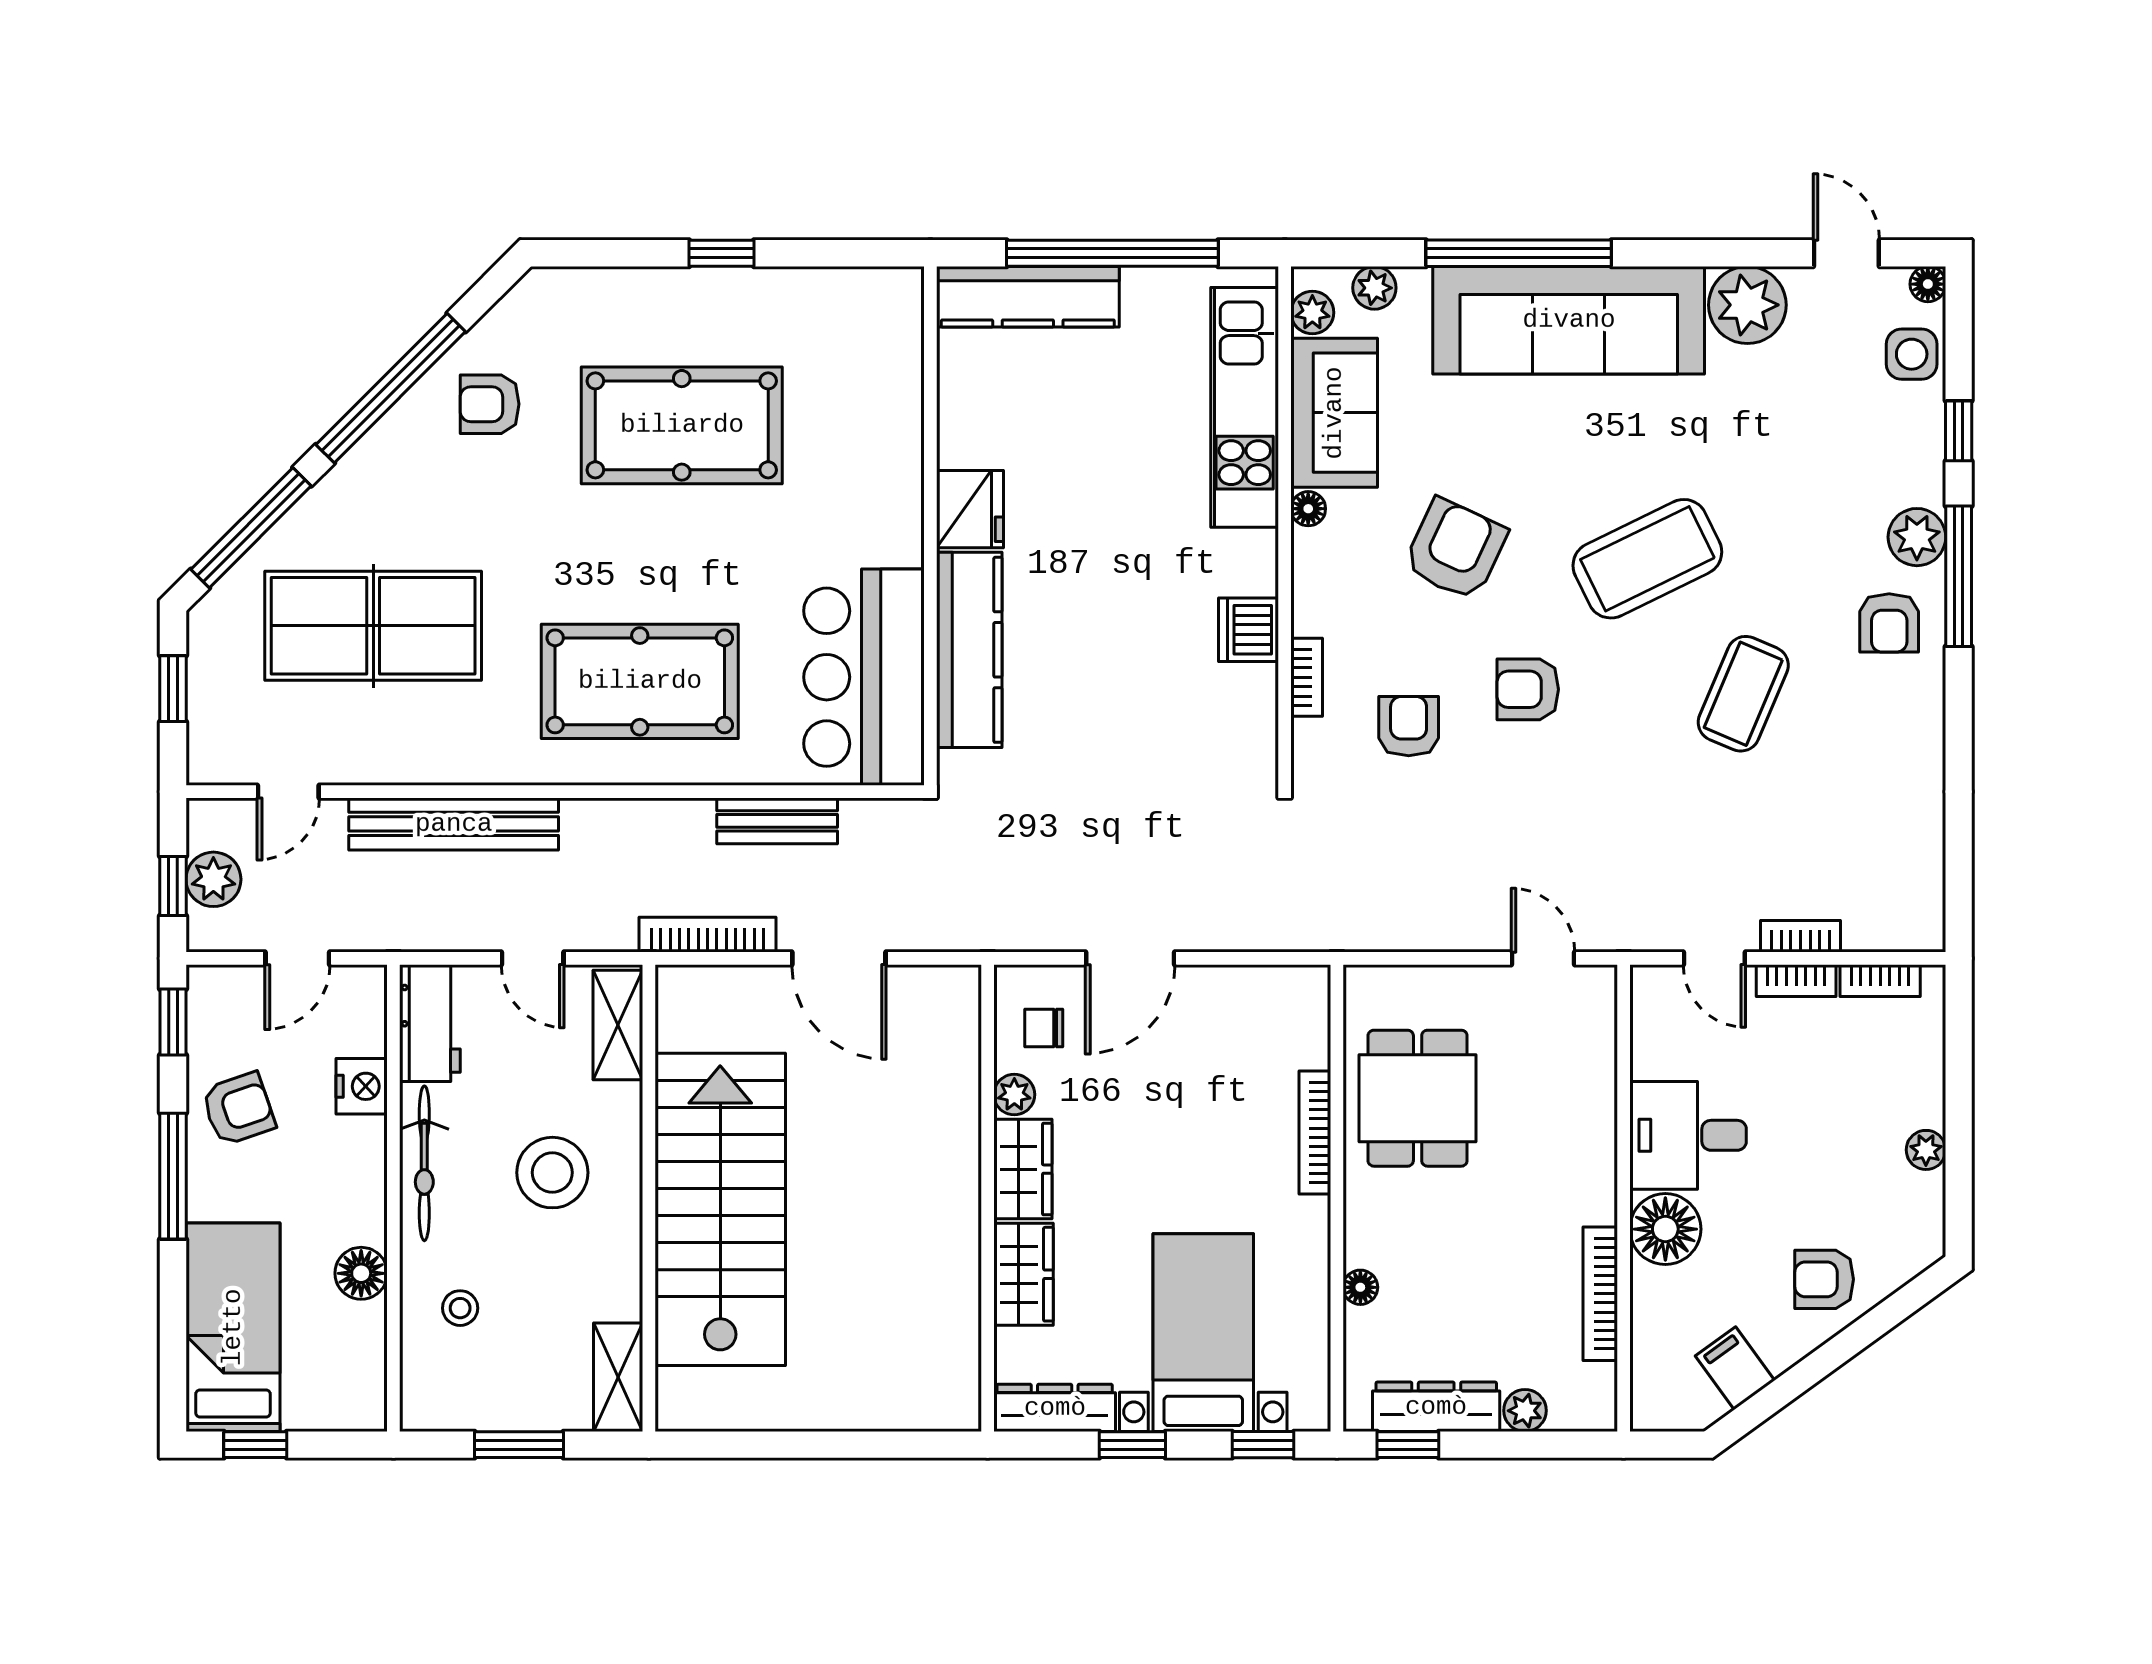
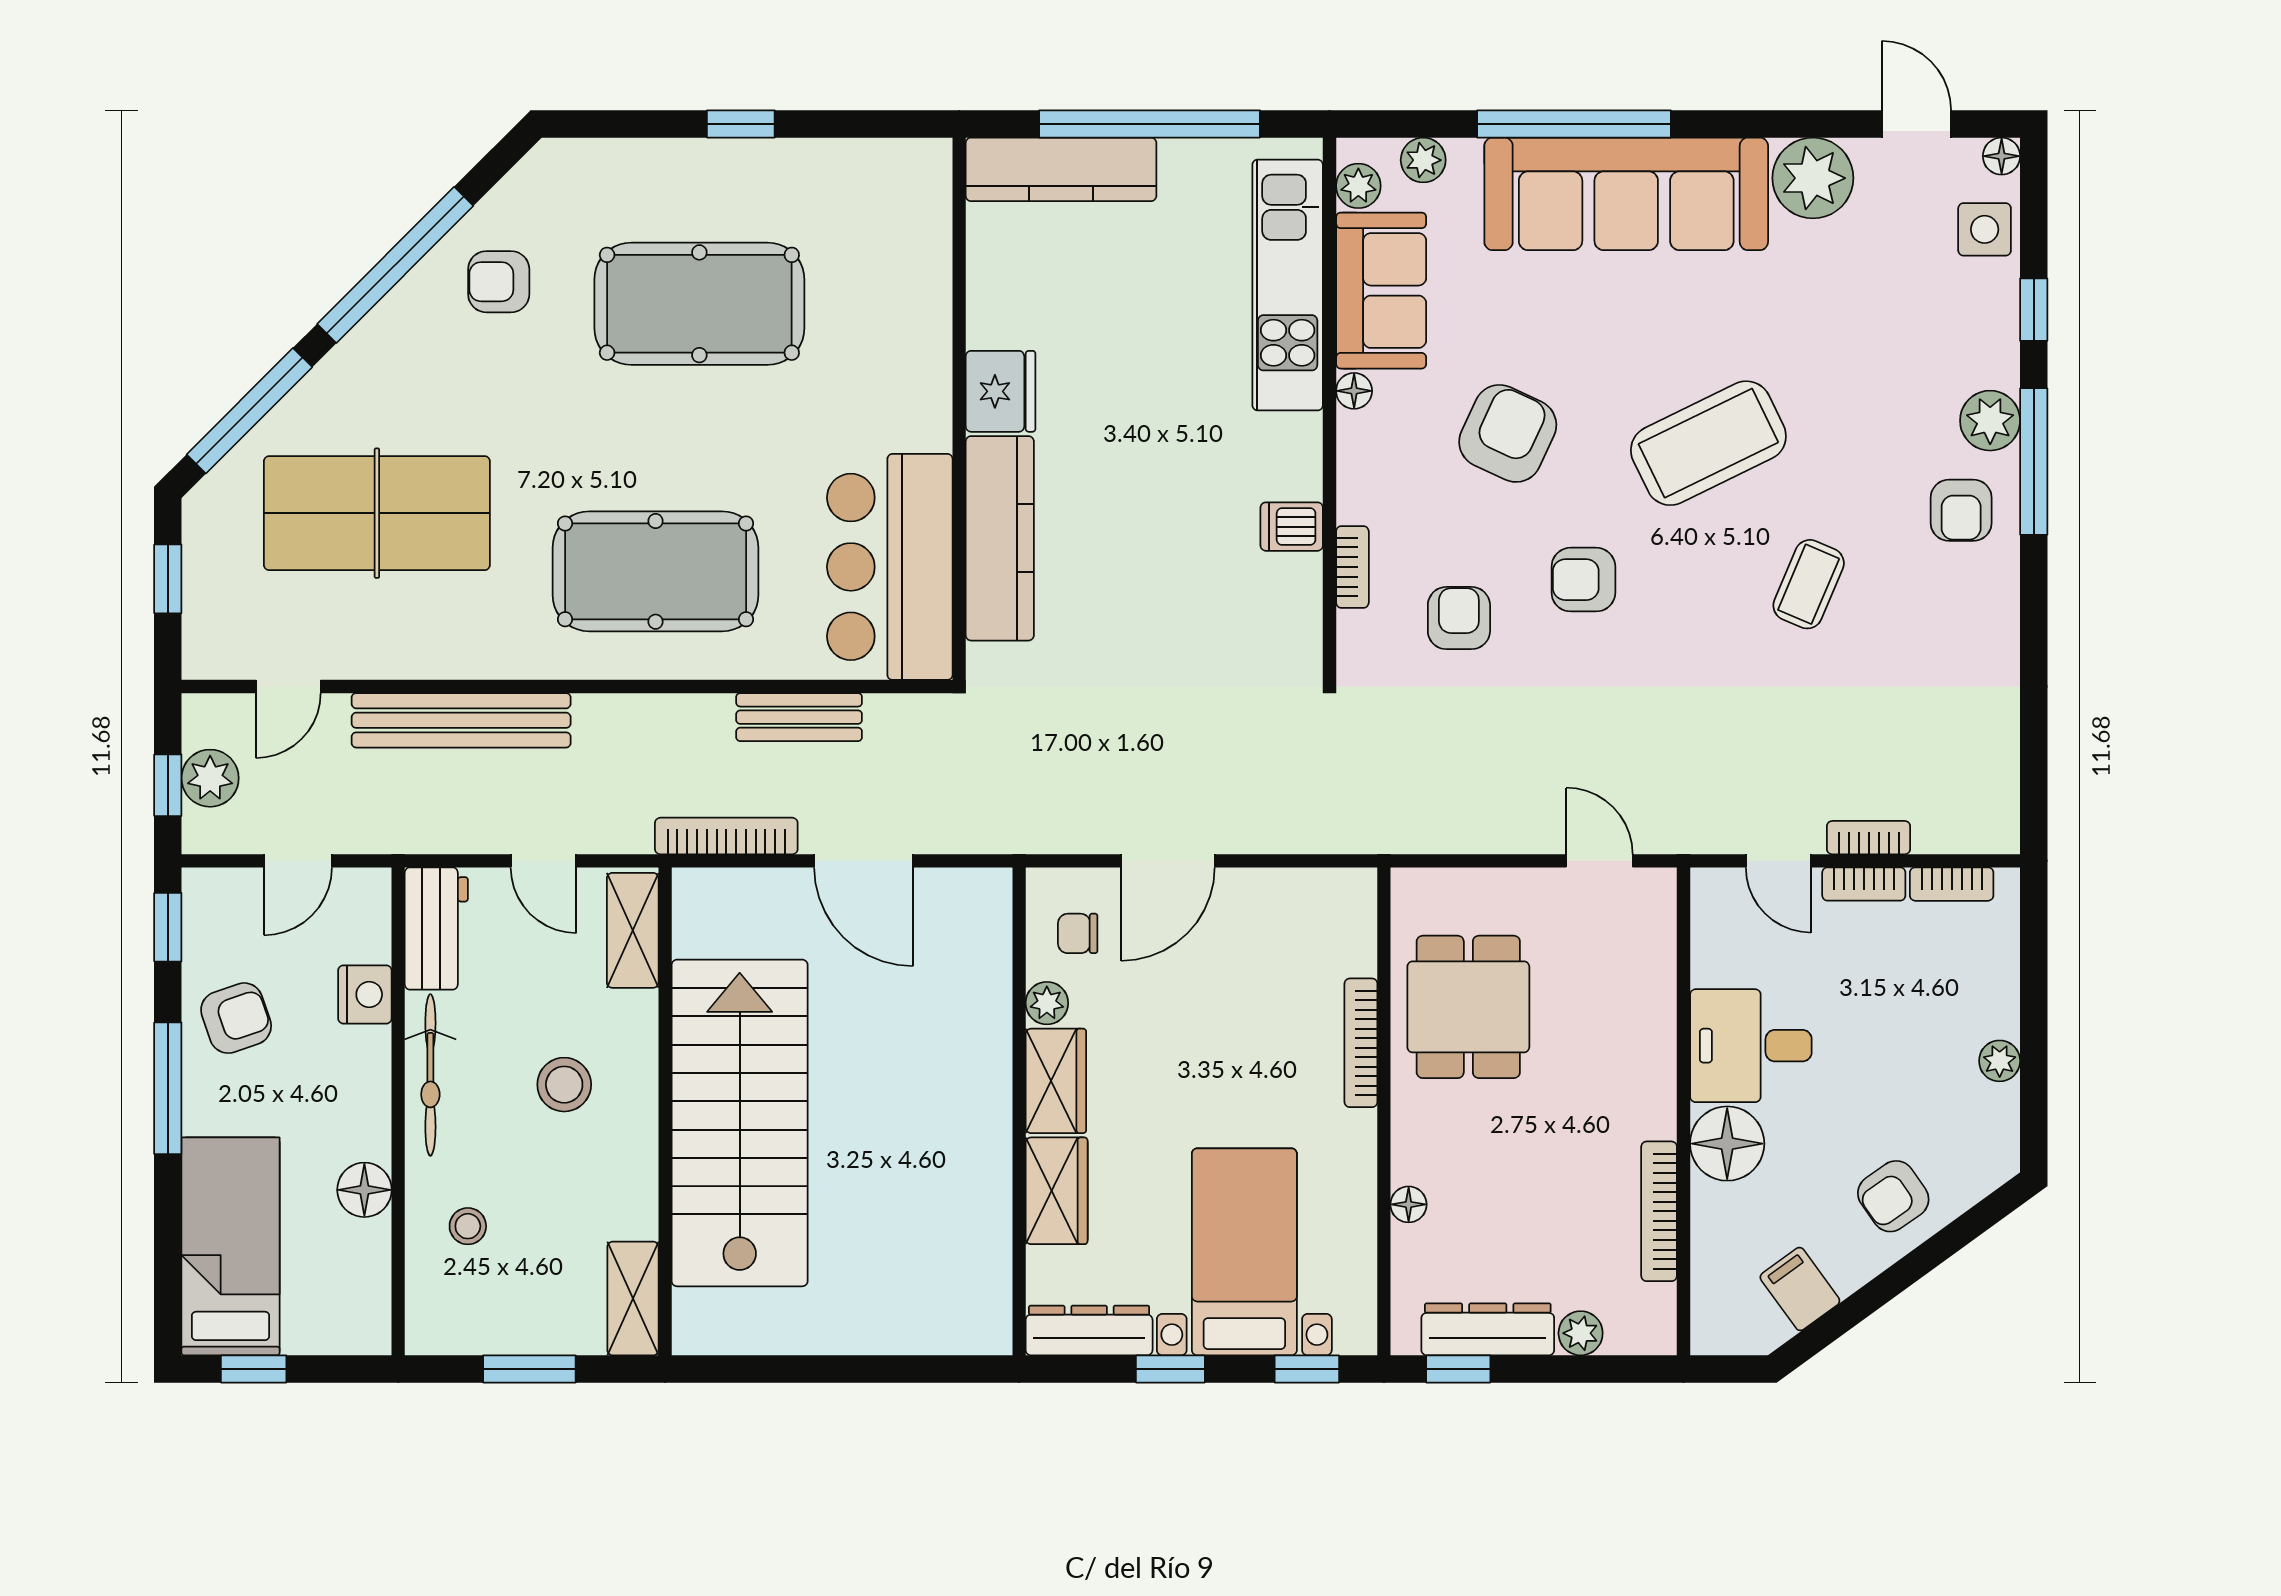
dishwasher: (1249, 630) -> (1292, 527), width x0.73
coffee table: (1743, 694) -> (1809, 584), width x0.73, depth x0.77
stool: (552, 1173) -> (564, 1085), width x0.73, depth x0.73
armchair: (1824, 1279) -> (1893, 1196), turned -35

